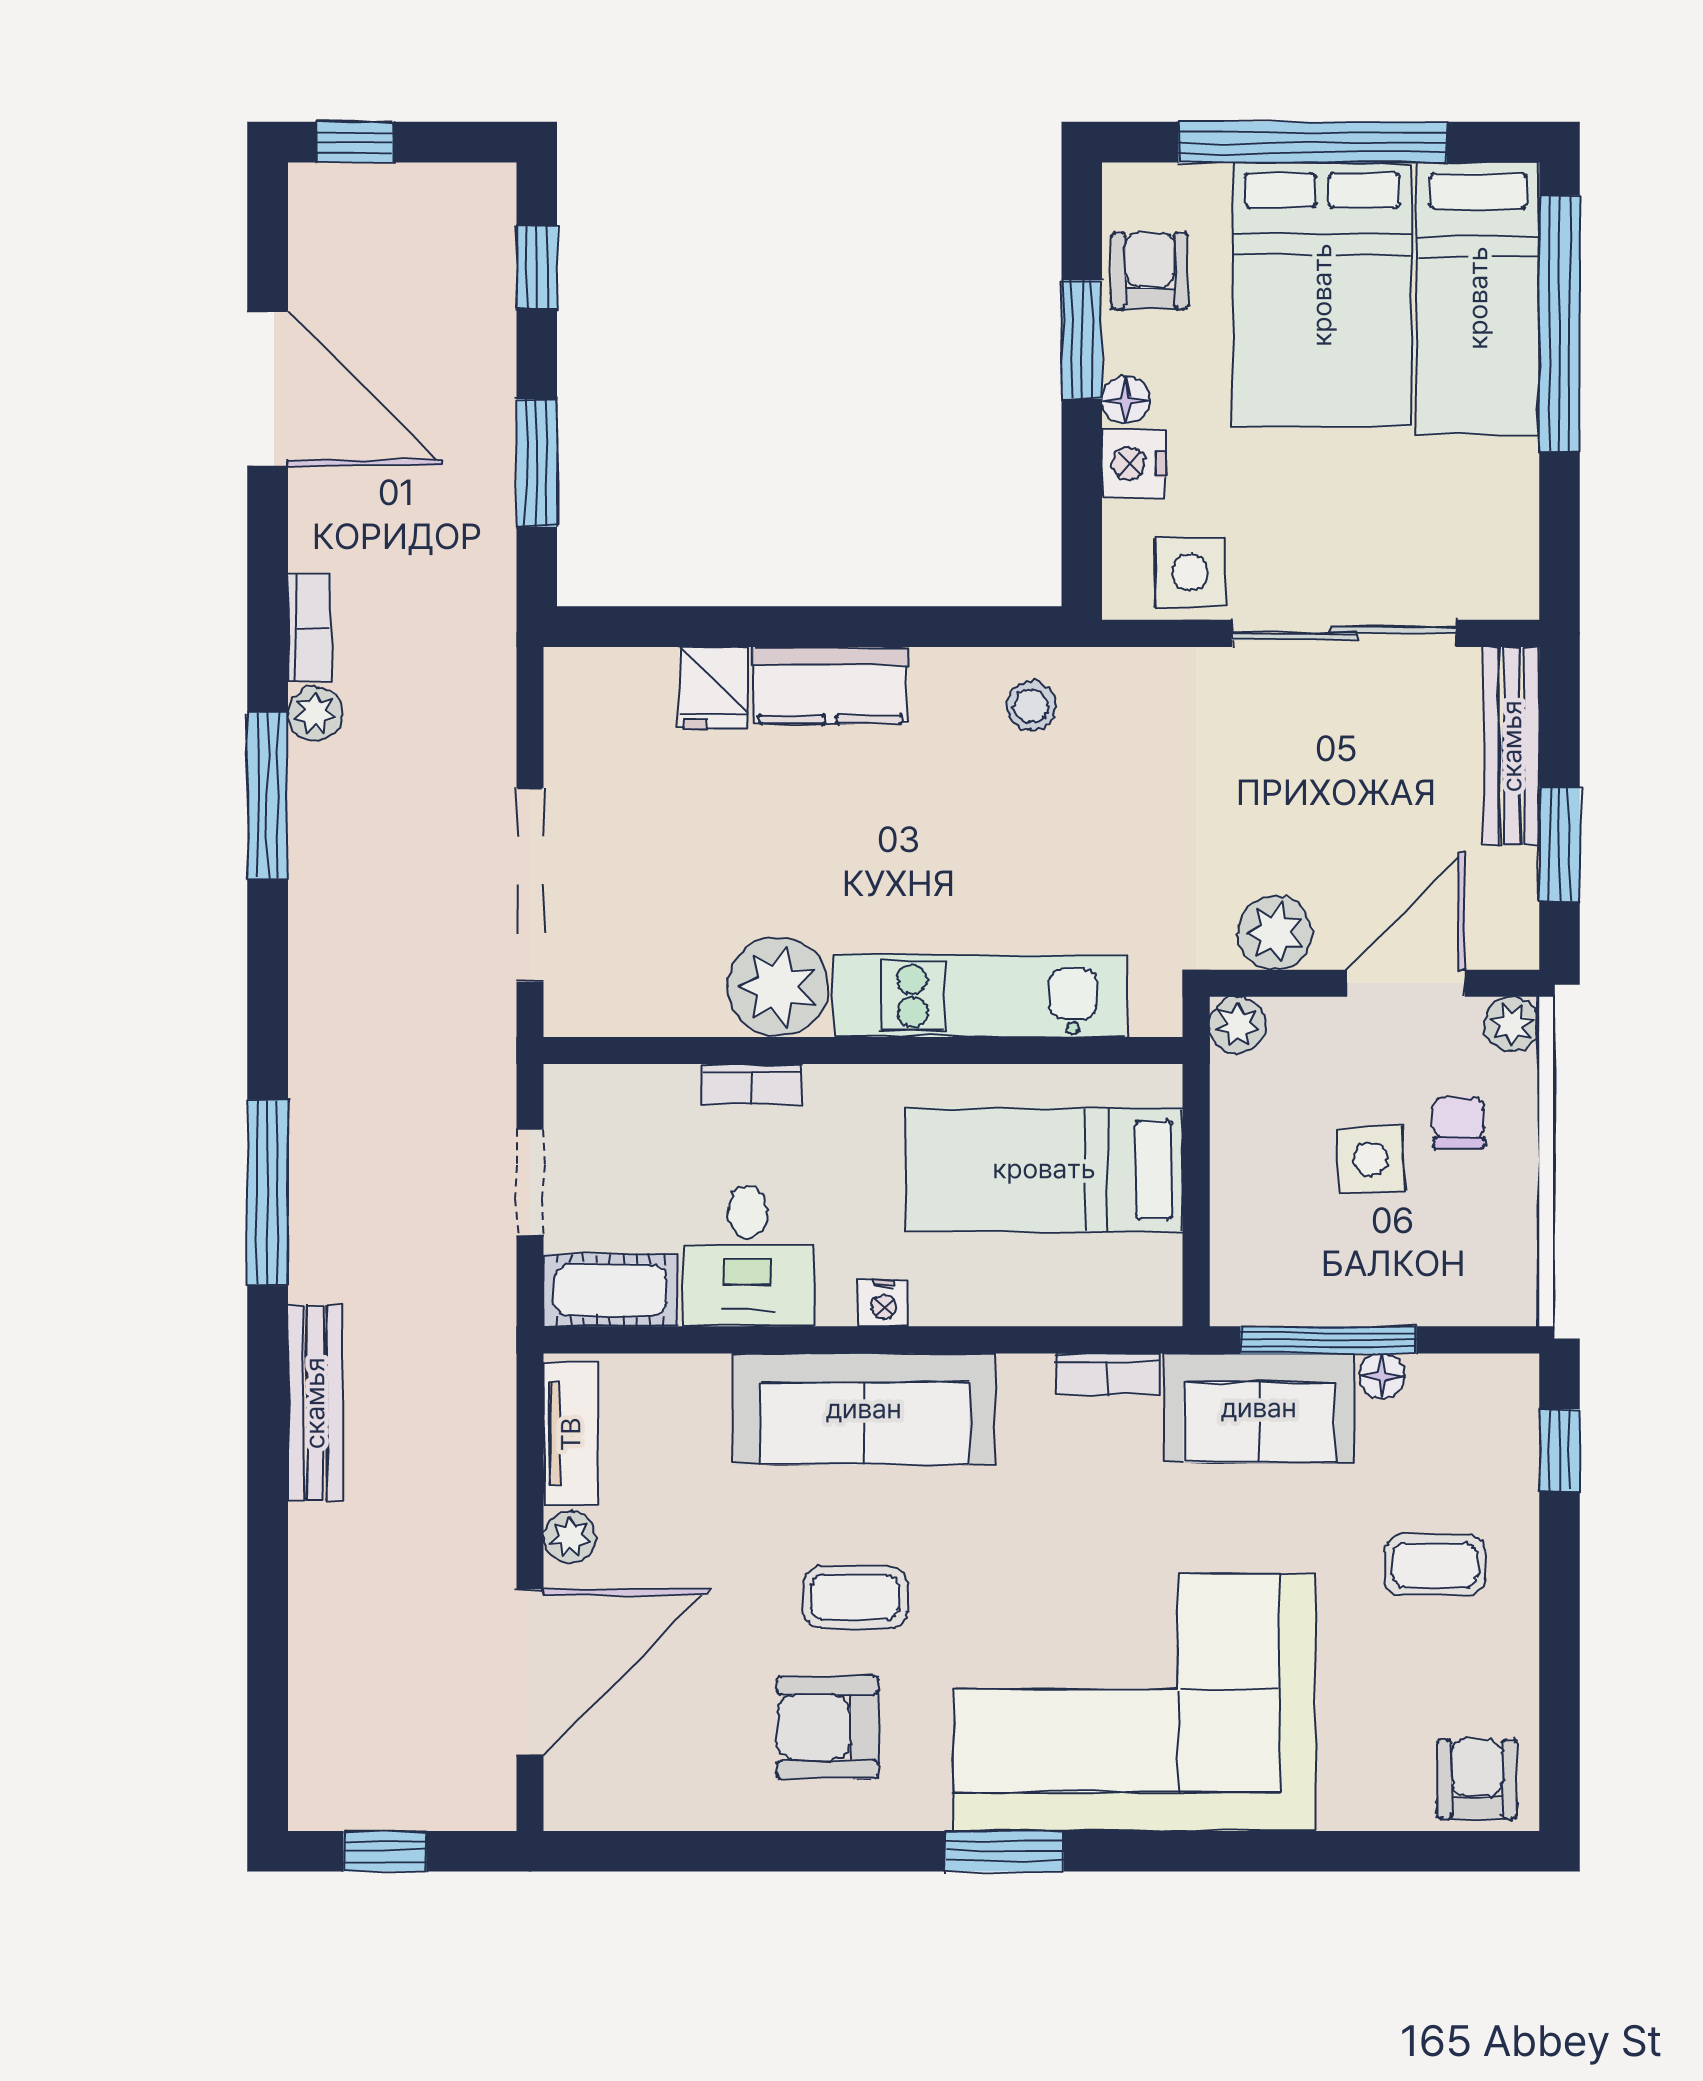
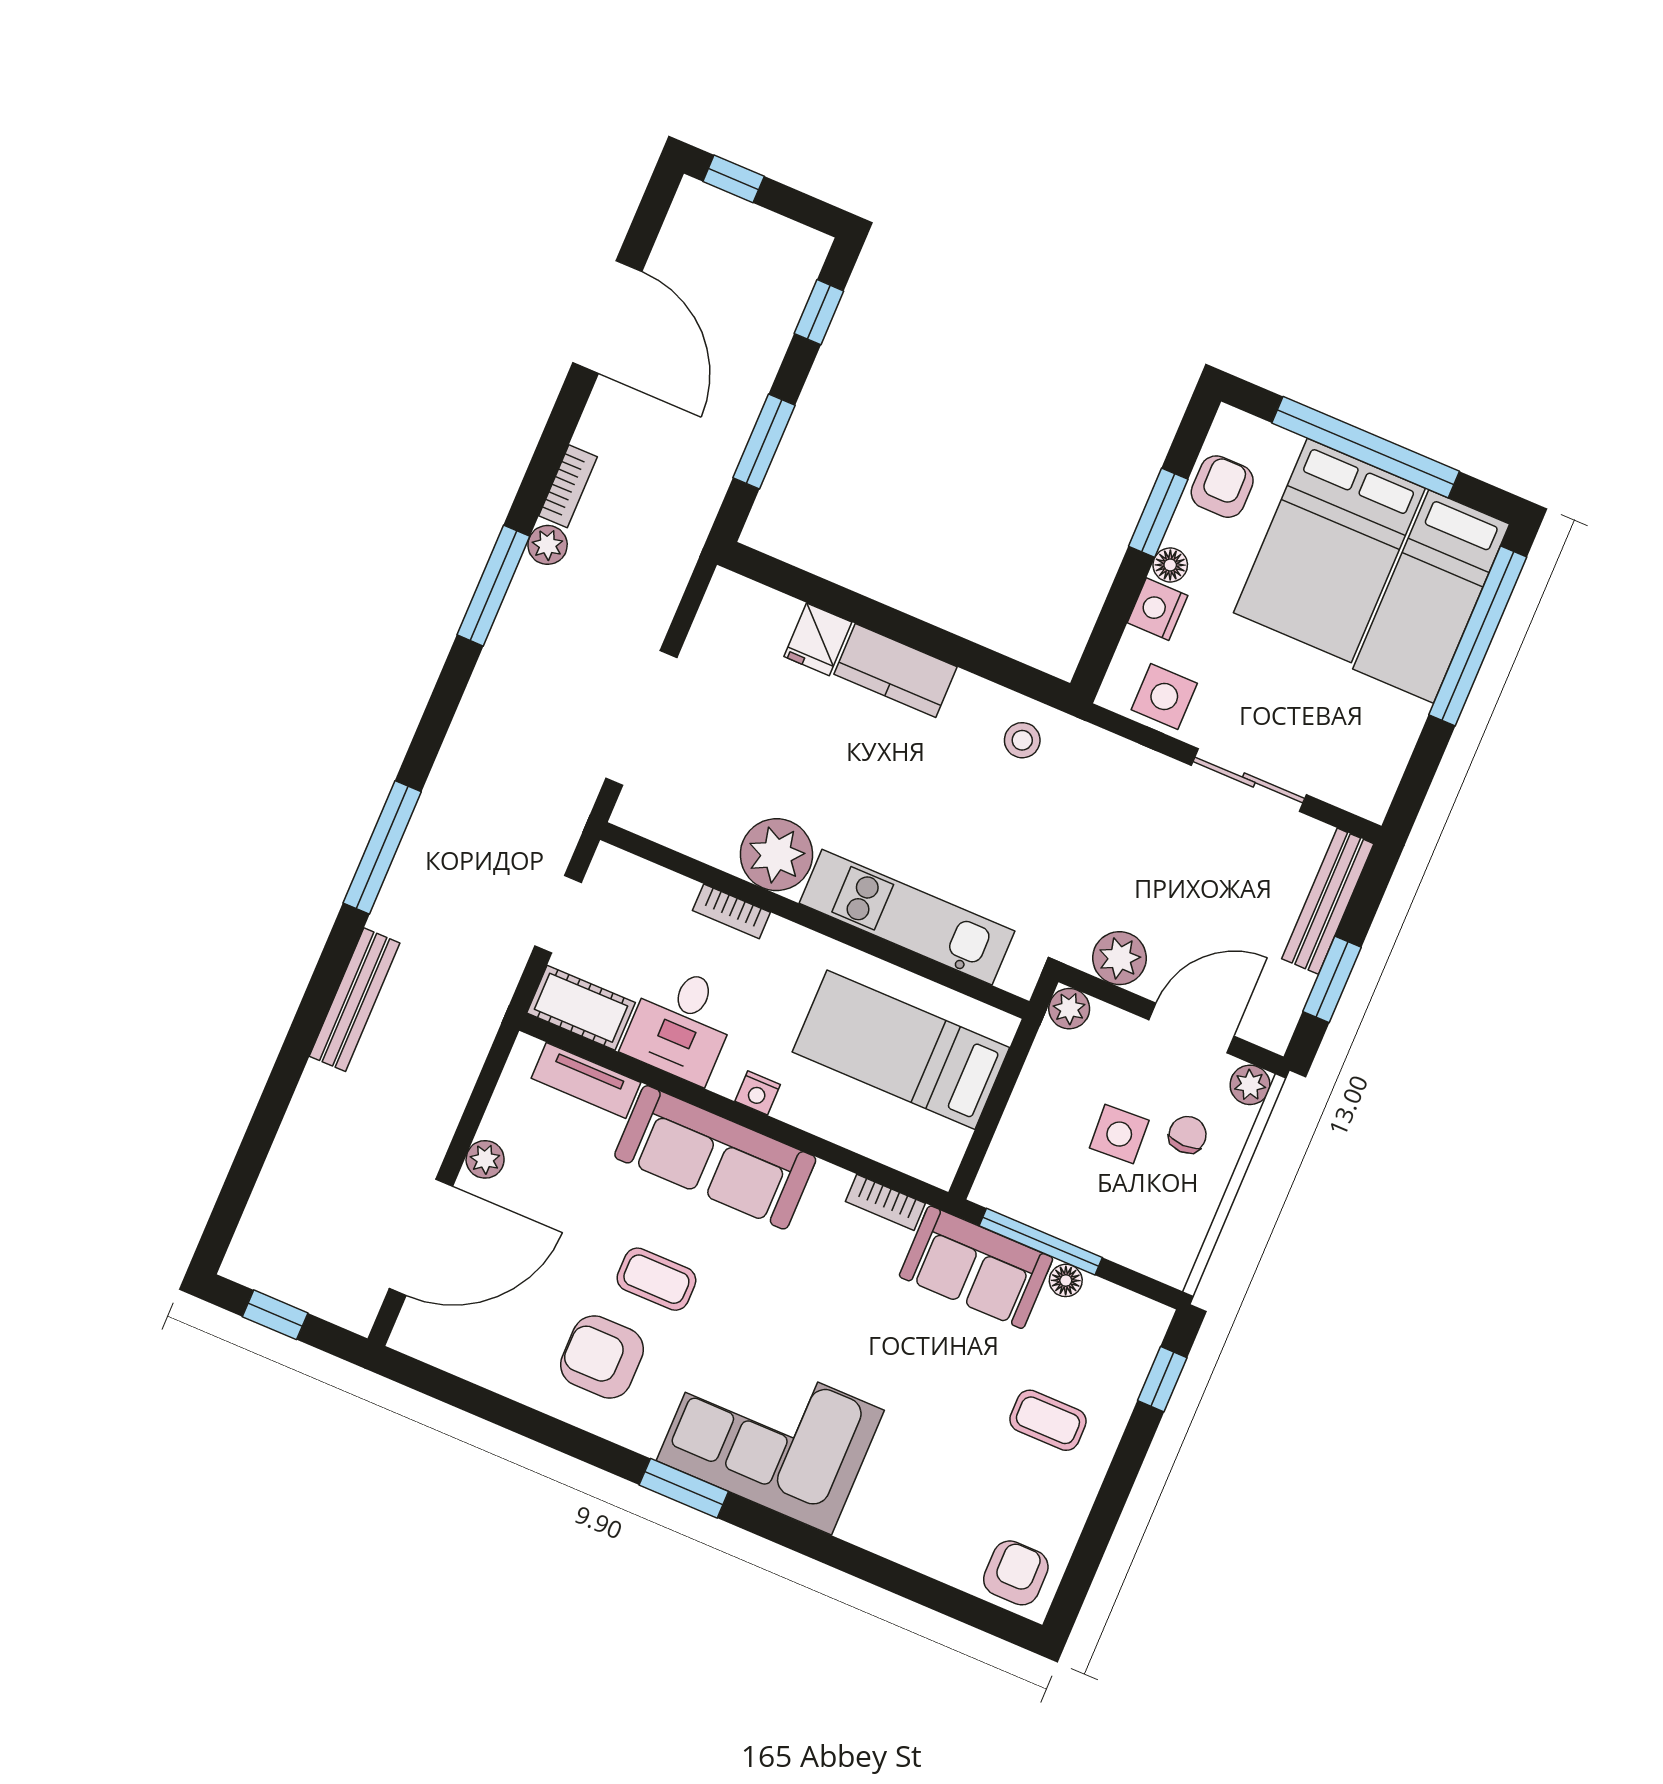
sliding door: (1344, 633) -> (1249, 780), width x0.73
tv unit: (571, 1434) -> (586, 1080), moved, turned 90
corner sofa: (1135, 1702) -> (770, 1435), width x0.73, depth x0.74

